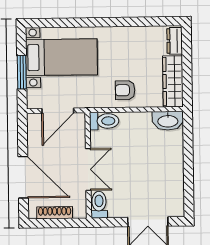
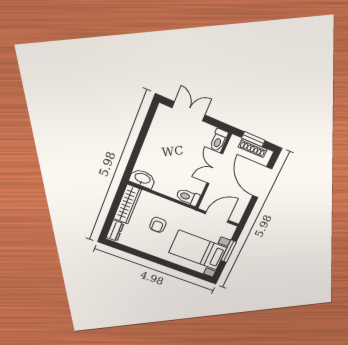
armchair: (125, 90) -> (158, 225), moved, turned 90
window: (59, 223) -> (253, 139), added

